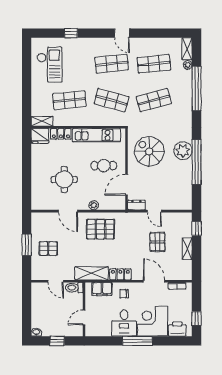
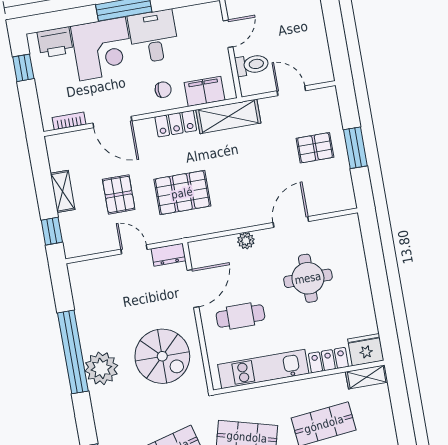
door: (68, 211) -> (291, 222), hinge flipped
pallet: (100, 229) -> (182, 193), moved
toilet: (74, 288) -> (252, 65), moved

